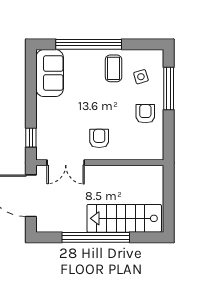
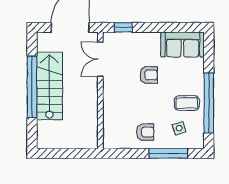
window: (89, 44) -> (209, 103), moved
armchair: (99, 138) -> (149, 75), moved
stairs: (124, 218) -> (49, 86), moved

